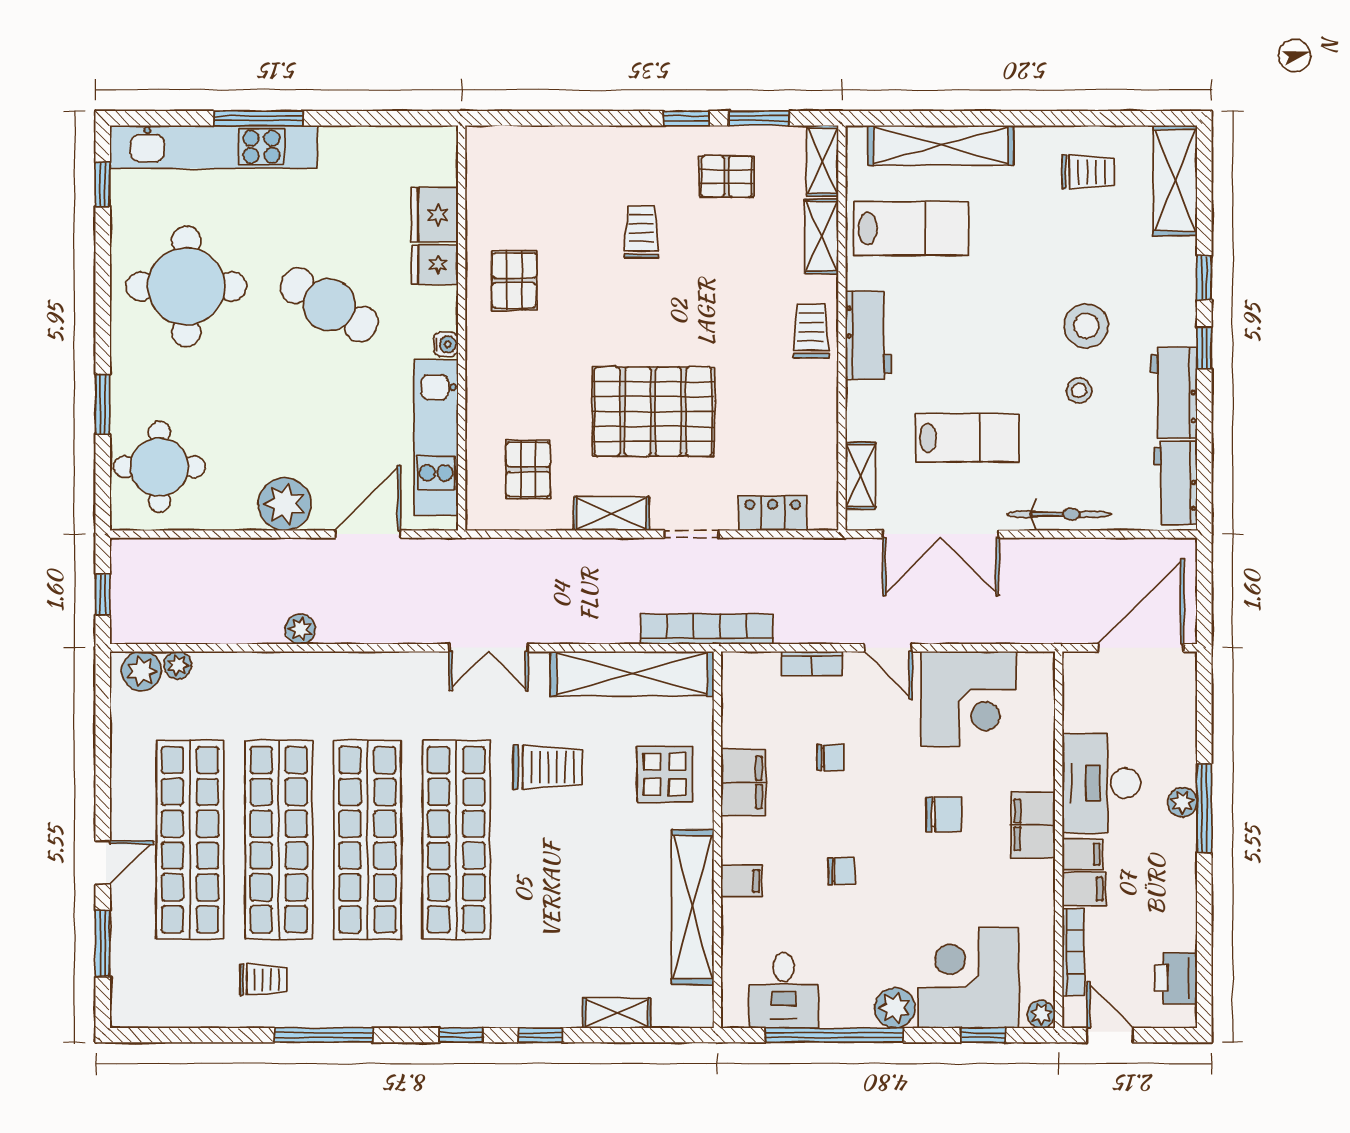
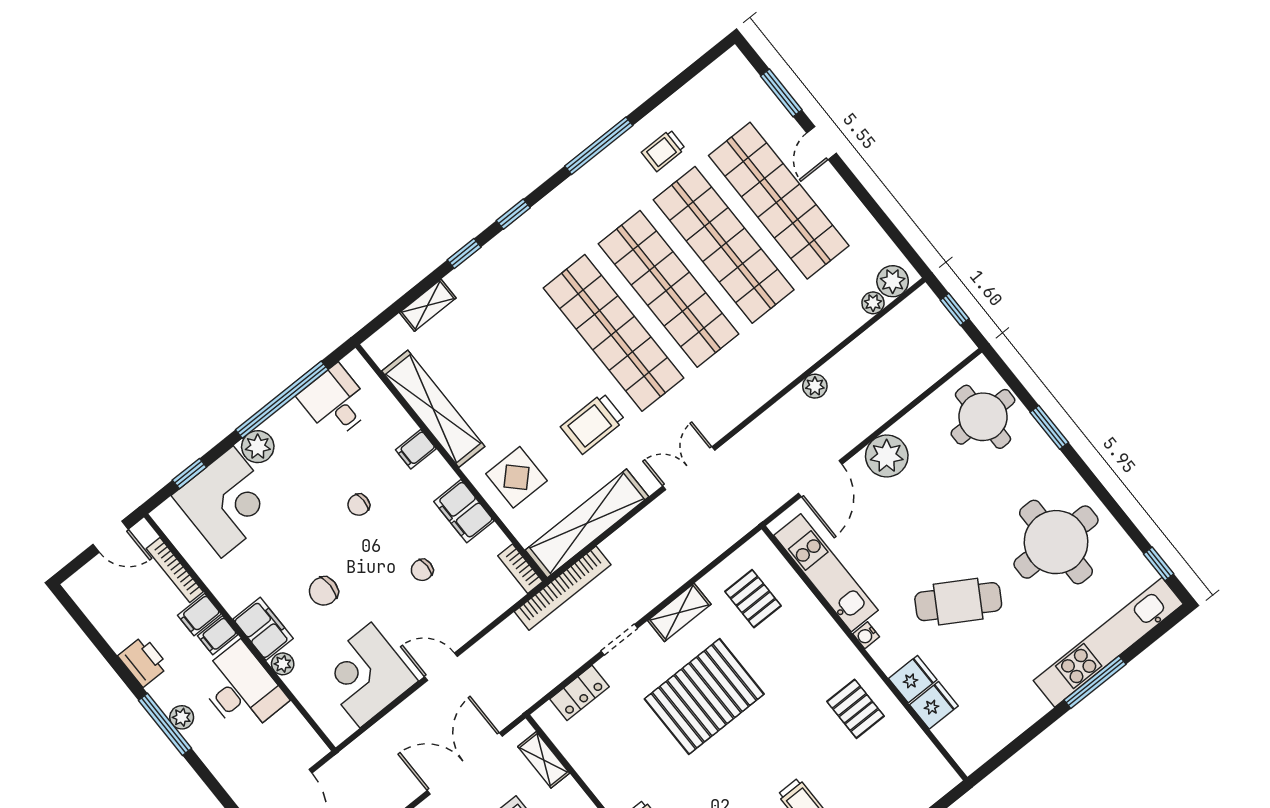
fridge: (435, 215) -> (934, 705), width x0.72
bookcase: (812, 663) -> (520, 569), moved, turned -90
printer: (1176, 978) -> (143, 661), moved
plant: (1041, 1014) -> (283, 664), moved

